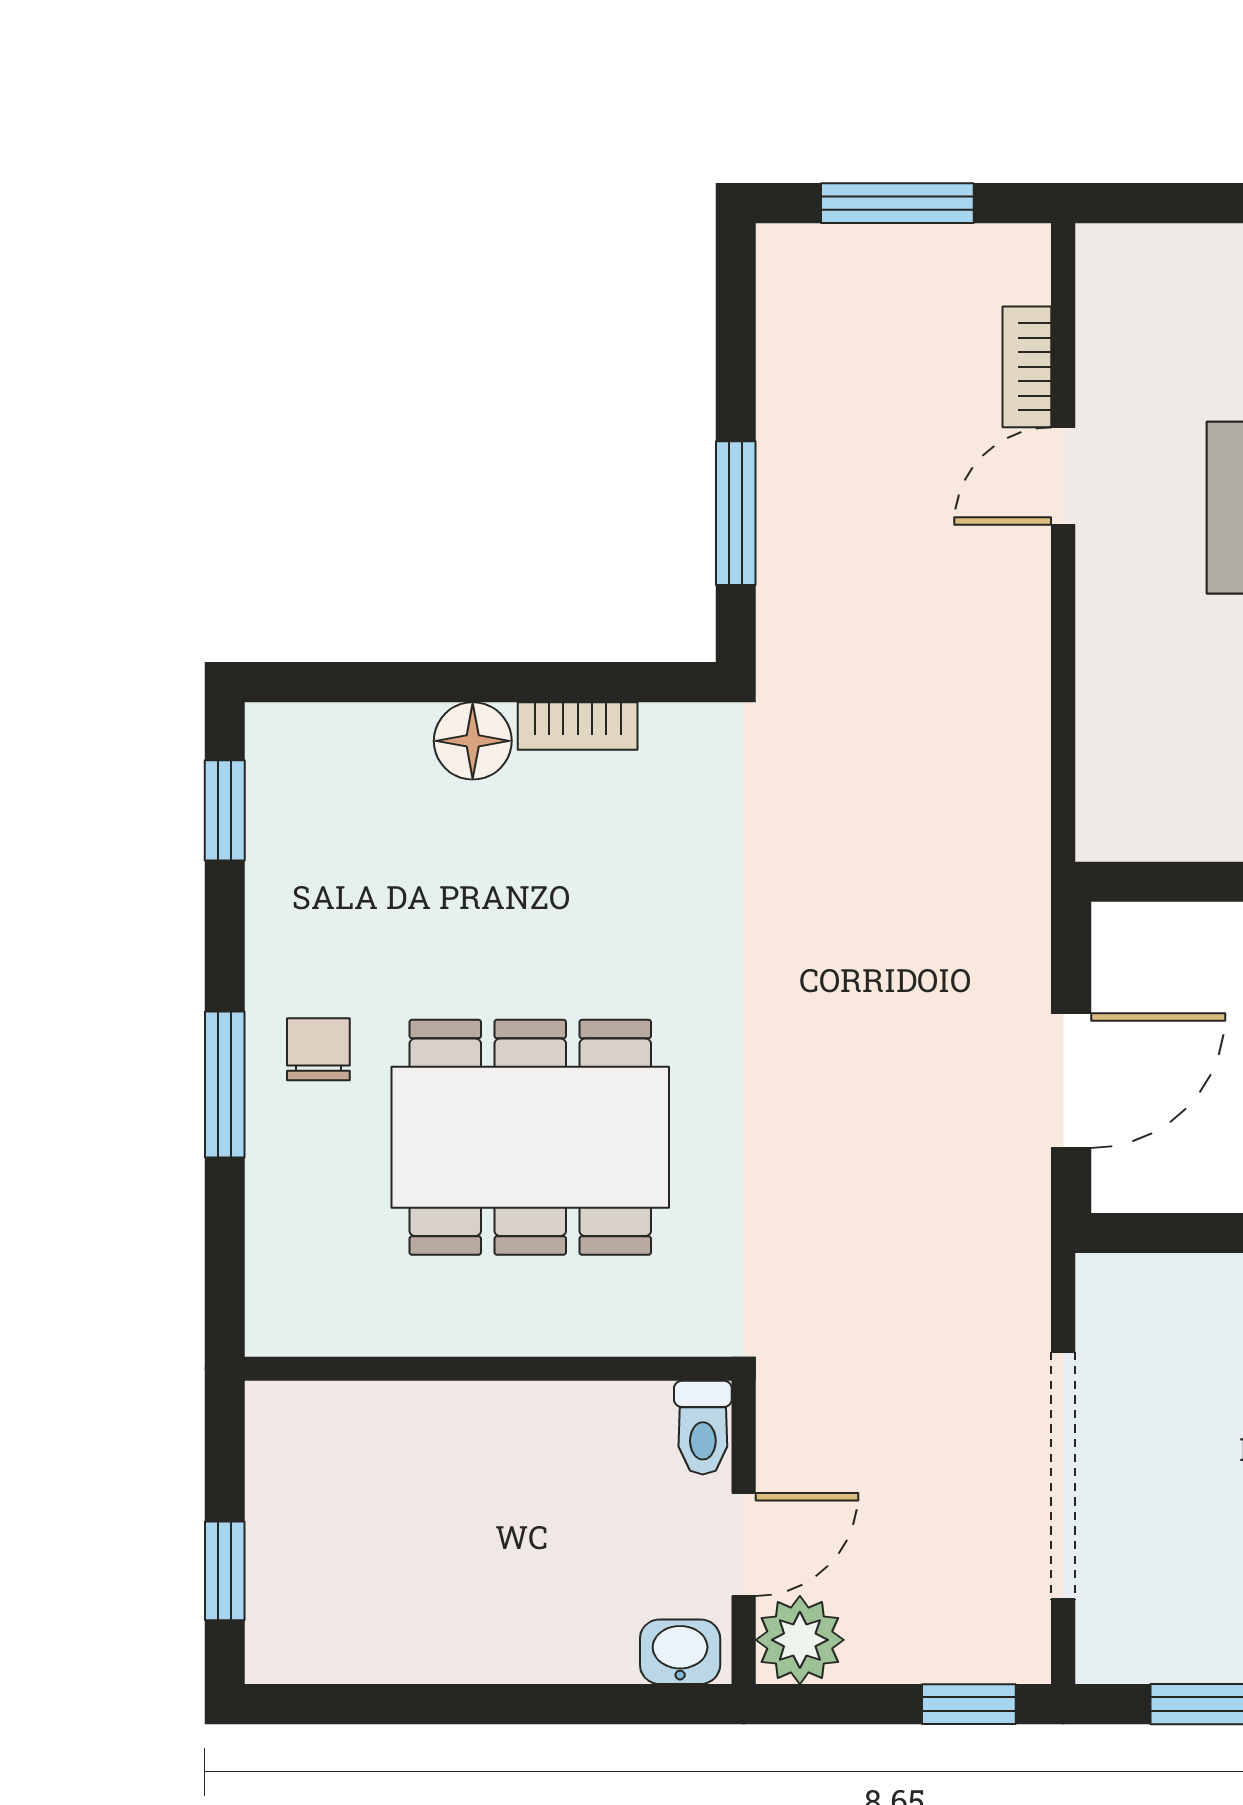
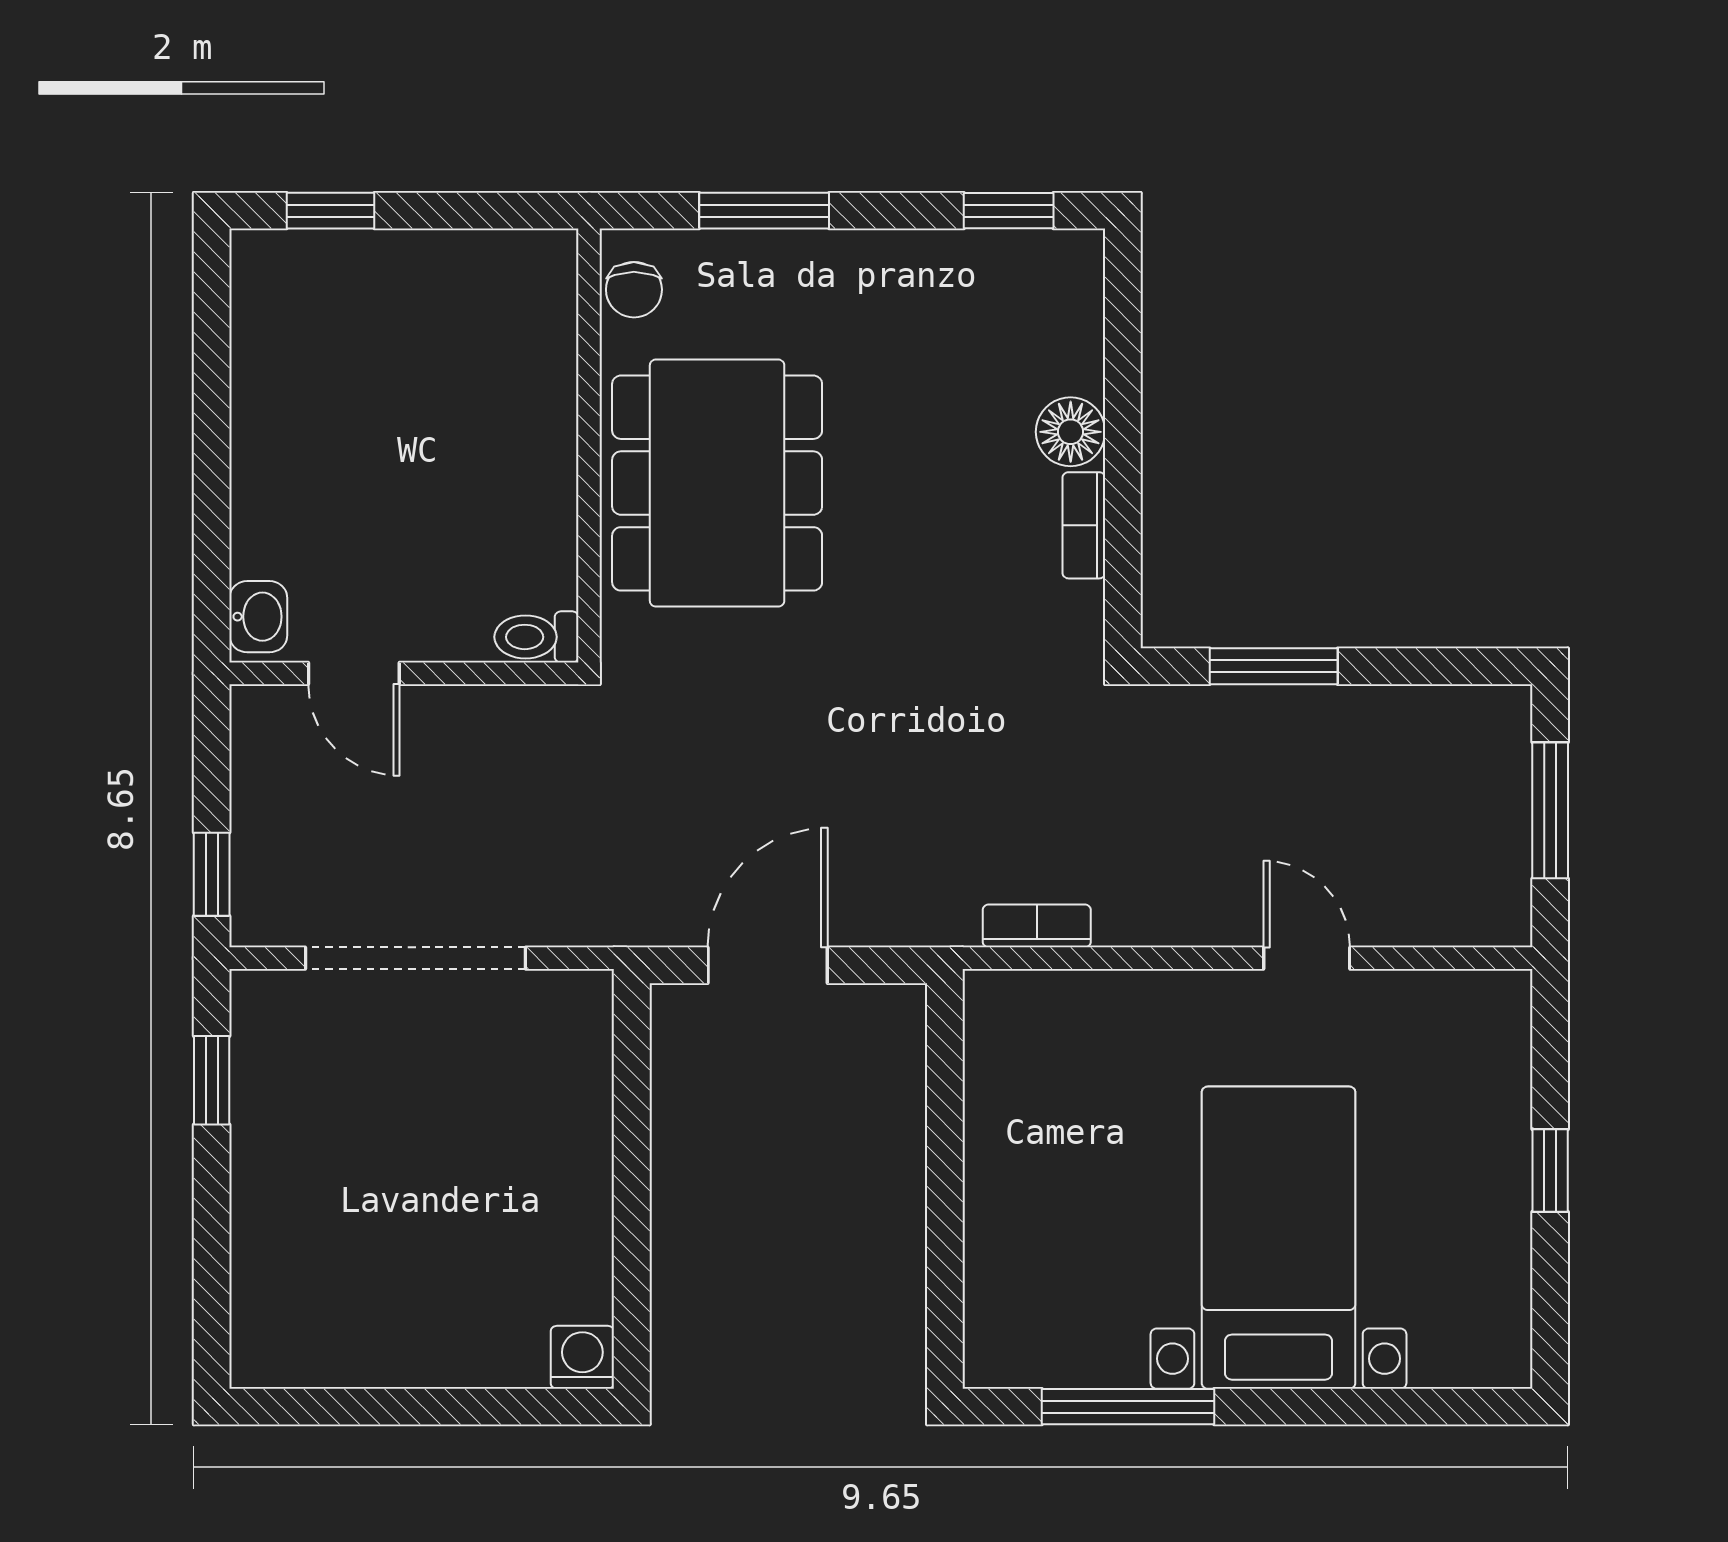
bookcase: (1027, 367) -> (1037, 926), moved
chair: (318, 1049) -> (634, 290), moved, turned 90
door: (1071, 1081) -> (768, 965), swing flipped
wall: (488, 1369) -> (589, 446), moved
toilet: (703, 1428) -> (536, 637), moved
plant: (800, 1640) -> (269, 723), removed

